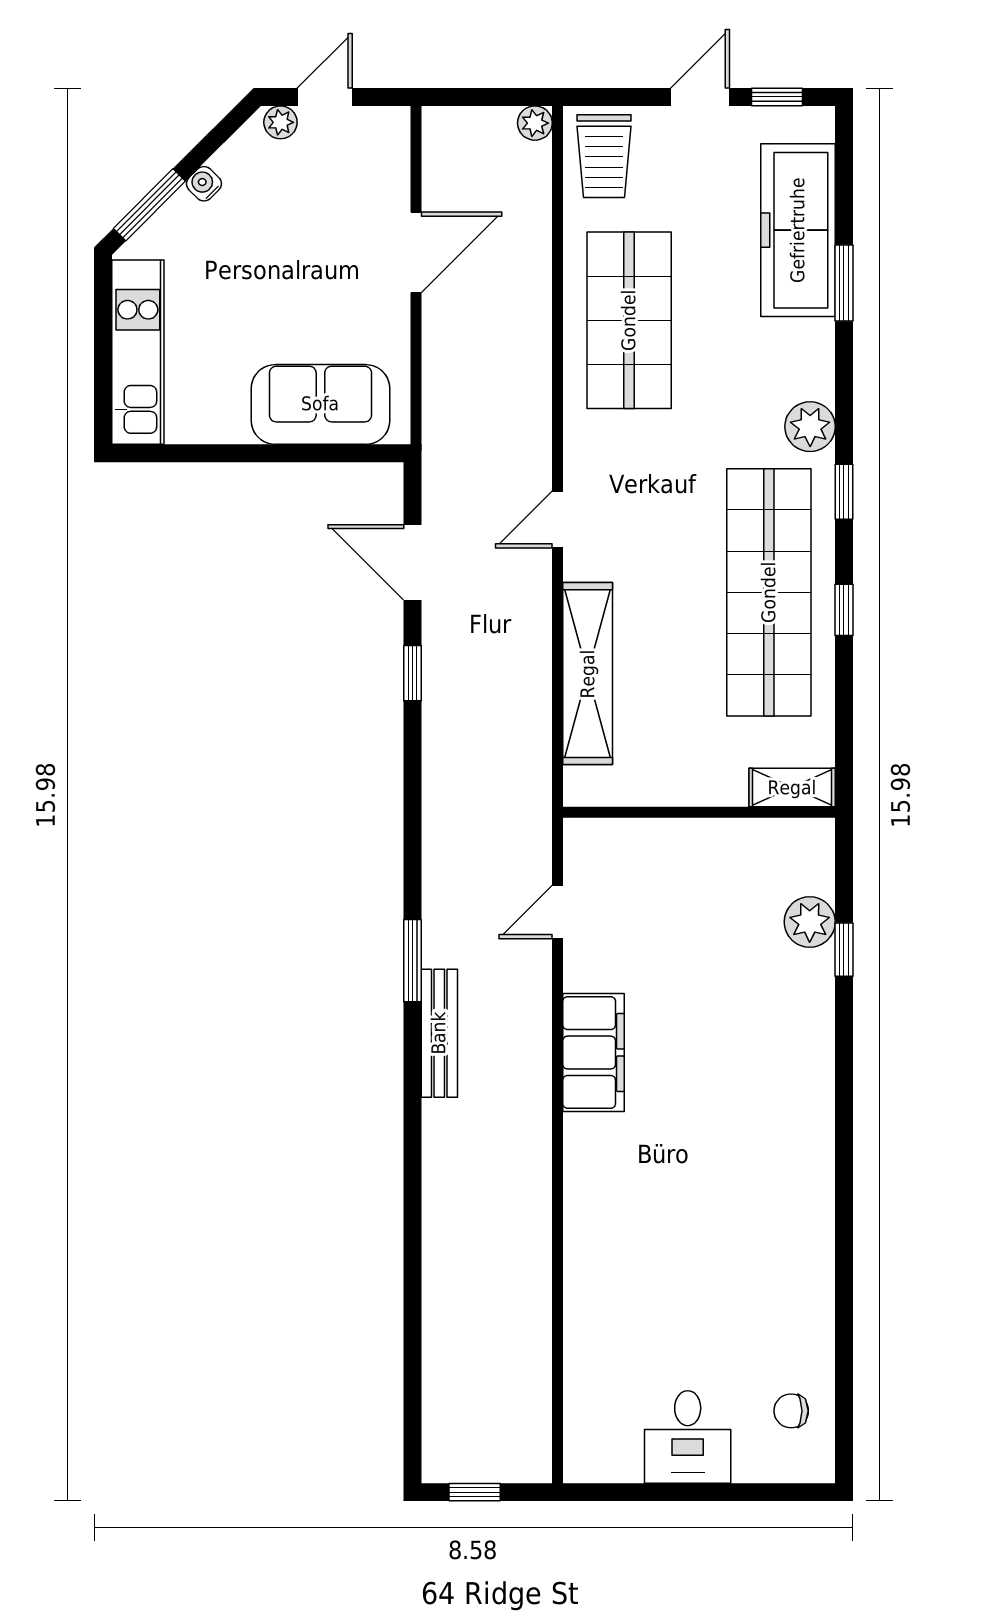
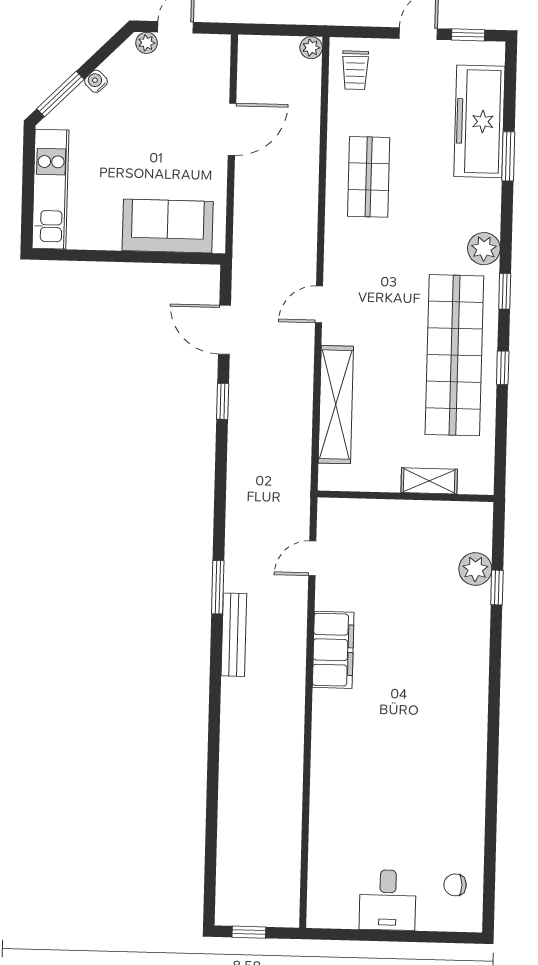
trolley: (604, 156) -> (355, 70), width x0.73, depth x0.72
shop shelf: (629, 320) -> (369, 177), width x0.70, depth x0.74
shelving: (792, 788) -> (429, 481), moved

